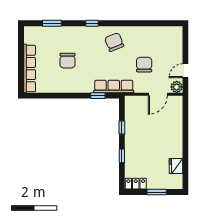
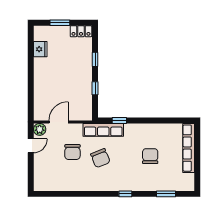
chair: (114, 42) -> (100, 158), moved

